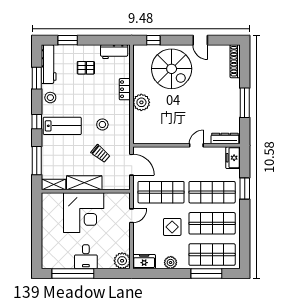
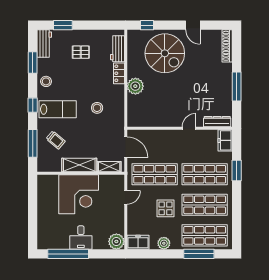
workbench: (114, 52) -> (118, 49), moved, turned 90
workbench: (49, 64) -> (44, 43), width x0.73
trolley: (100, 154) -> (56, 140), moved
shelving: (54, 184) -> (109, 167), moved

